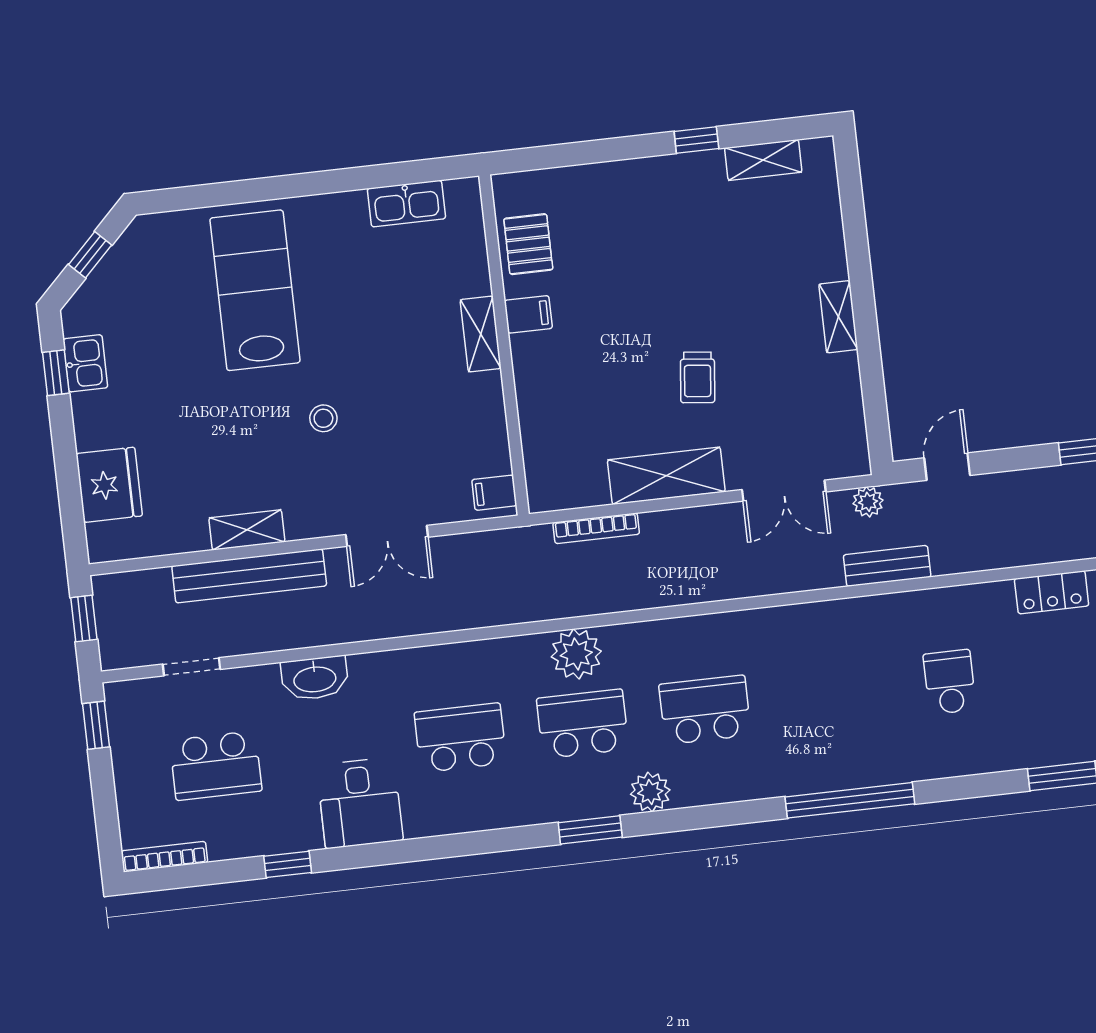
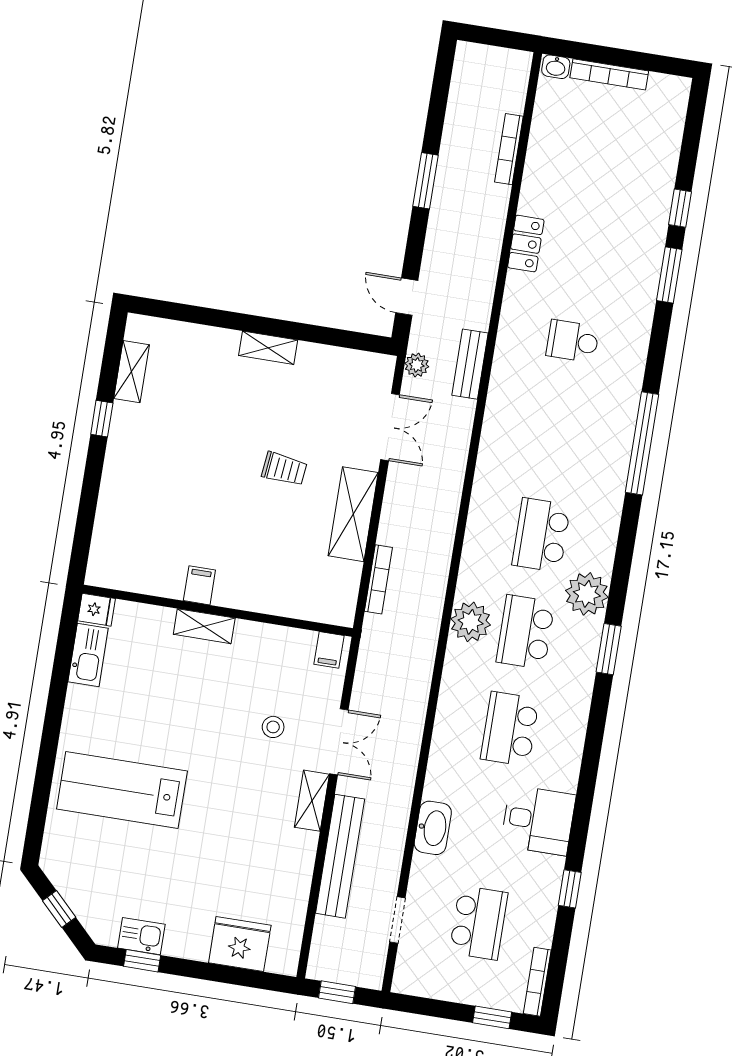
fridge: (464, 199) -> (97, 610), added
pallet: (528, 244) -> (145, 570), removed
stool: (323, 418) -> (273, 727), moved
shelving: (247, 530) -> (312, 801), moved
window: (96, 725) -> (492, 1017), moved
plant: (650, 792) -> (587, 594), width x1.36, depth x1.36

